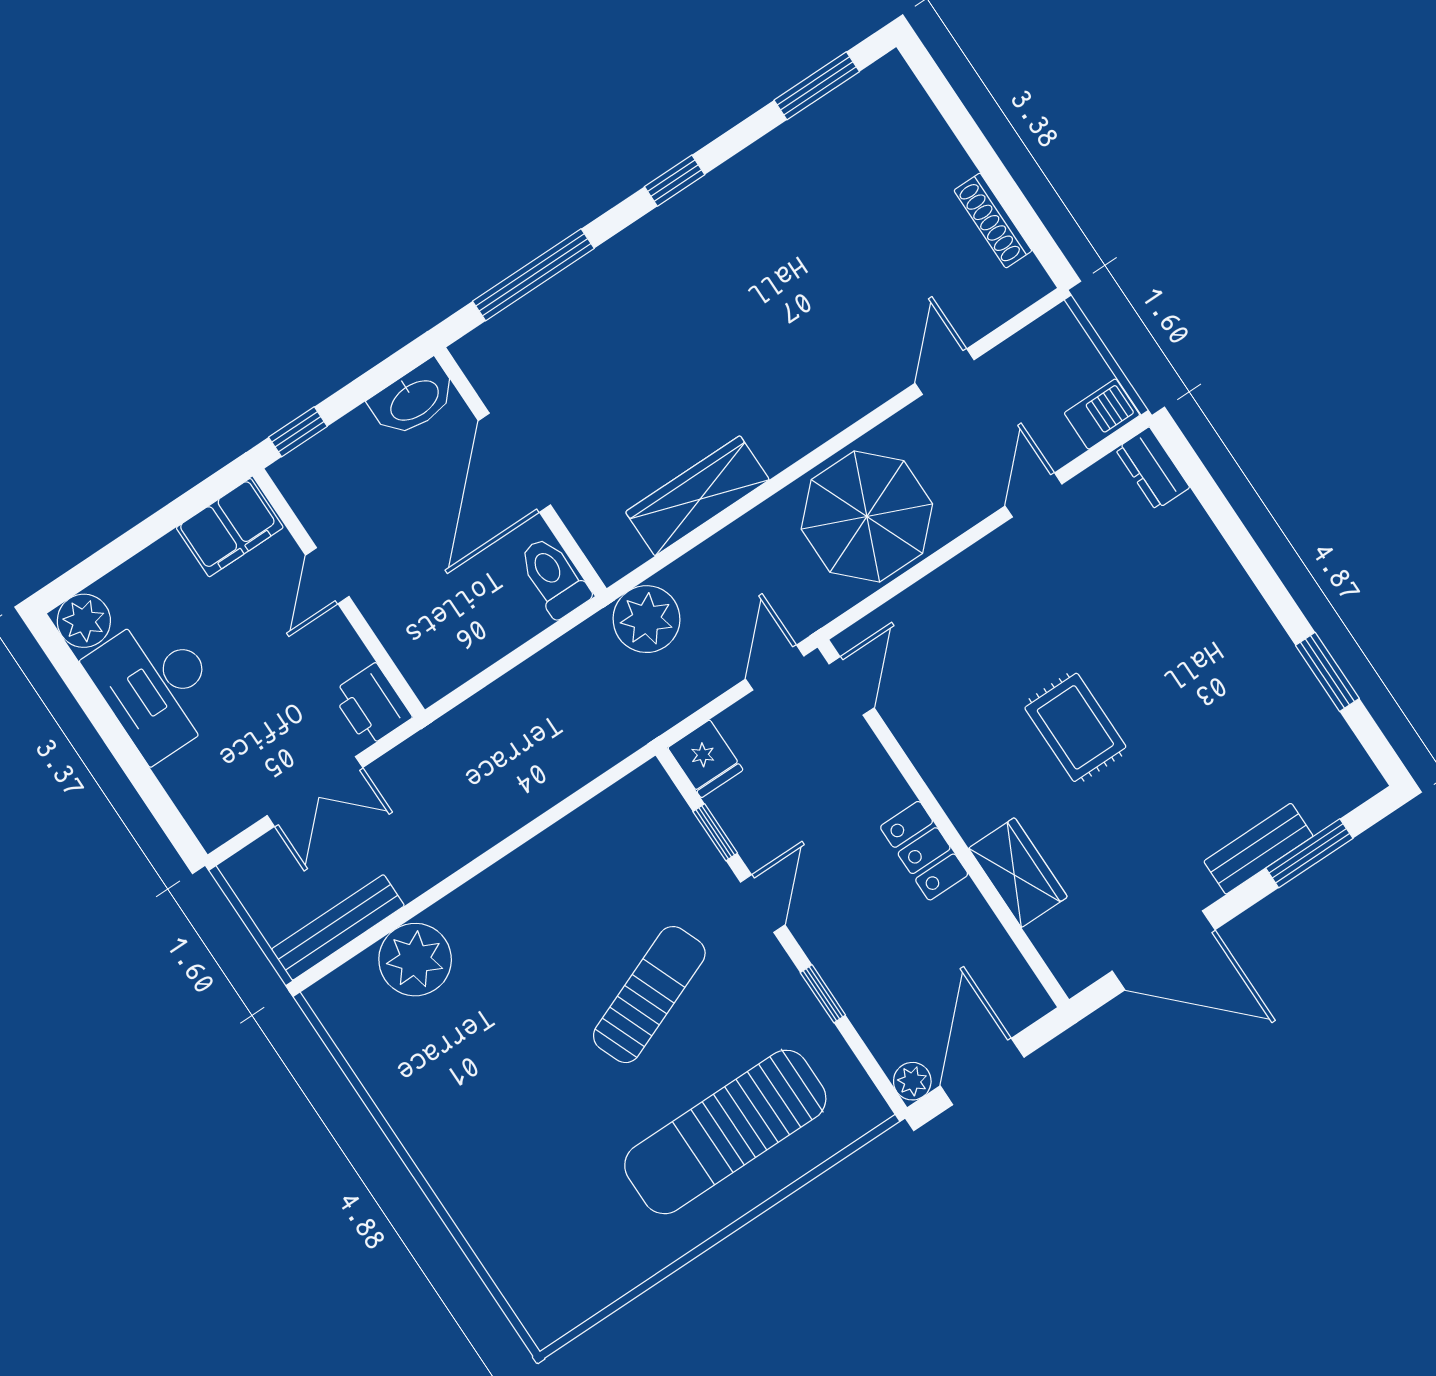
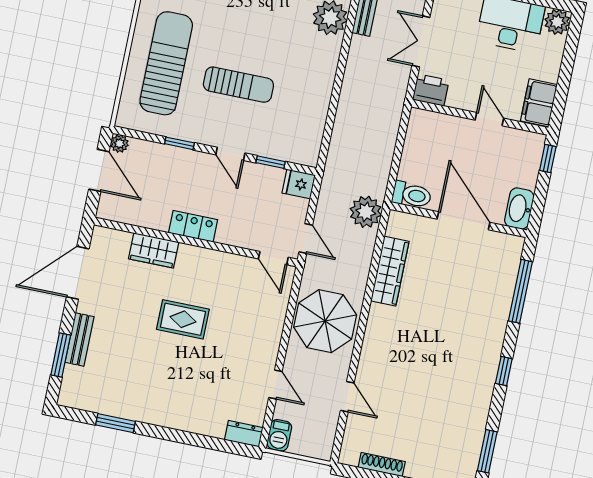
sun lounger: (649, 995) -> (238, 85), turned -68

